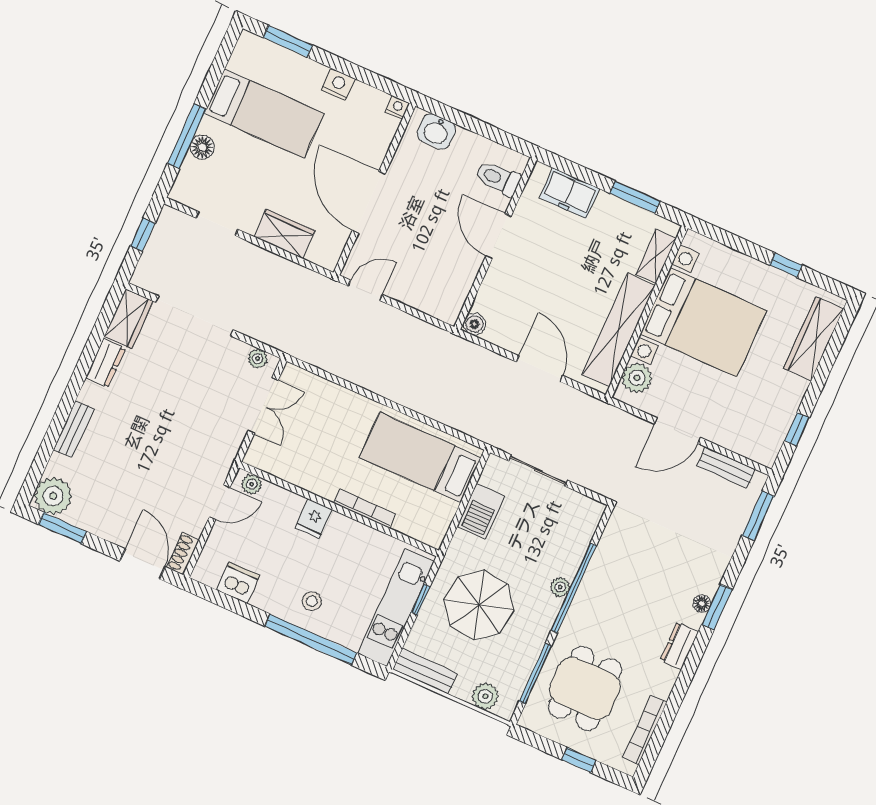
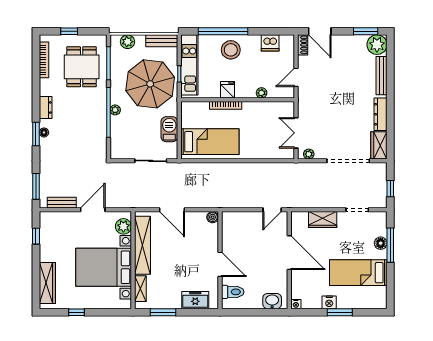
window: (288, 41) -> (340, 312), moved
dresser: (105, 363) -> (380, 114), width x1.44
bench: (74, 429) -> (382, 76), width x1.36
plant: (252, 484) -> (262, 93), moved
fridge: (314, 519) -> (227, 90), moved
stool: (312, 601) -> (231, 50), width x1.89, depth x1.89
parasol: (479, 605) -> (150, 84), width x1.36, depth x1.36

